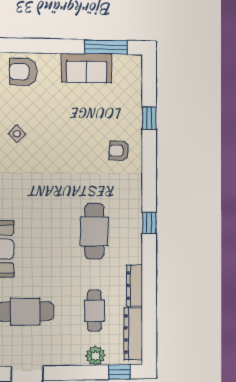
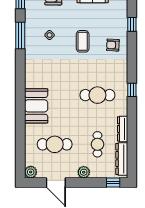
coffee table: (71, 144) -> (83, 41), added
cafe table: (94, 231) -> (97, 95), turned 90
plant: (95, 356) -> (84, 172), moved

